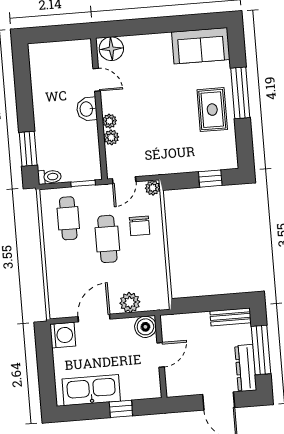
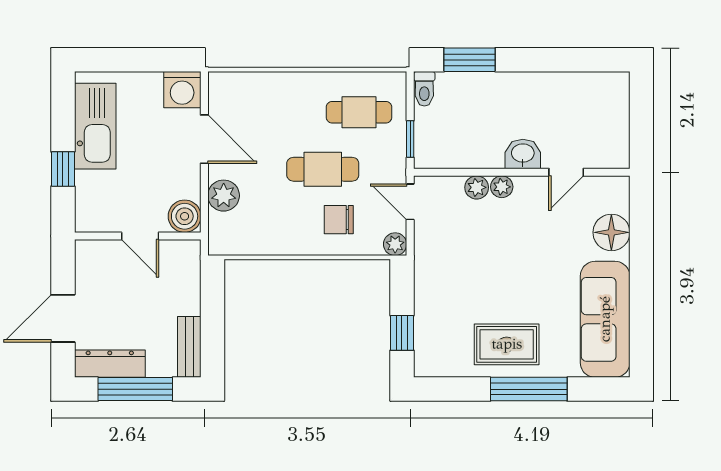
sofa: (201, 46) -> (605, 319), width x1.36
floor lamp: (111, 49) -> (611, 232), moved

